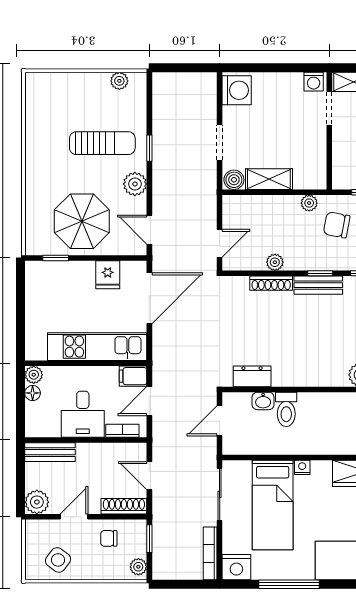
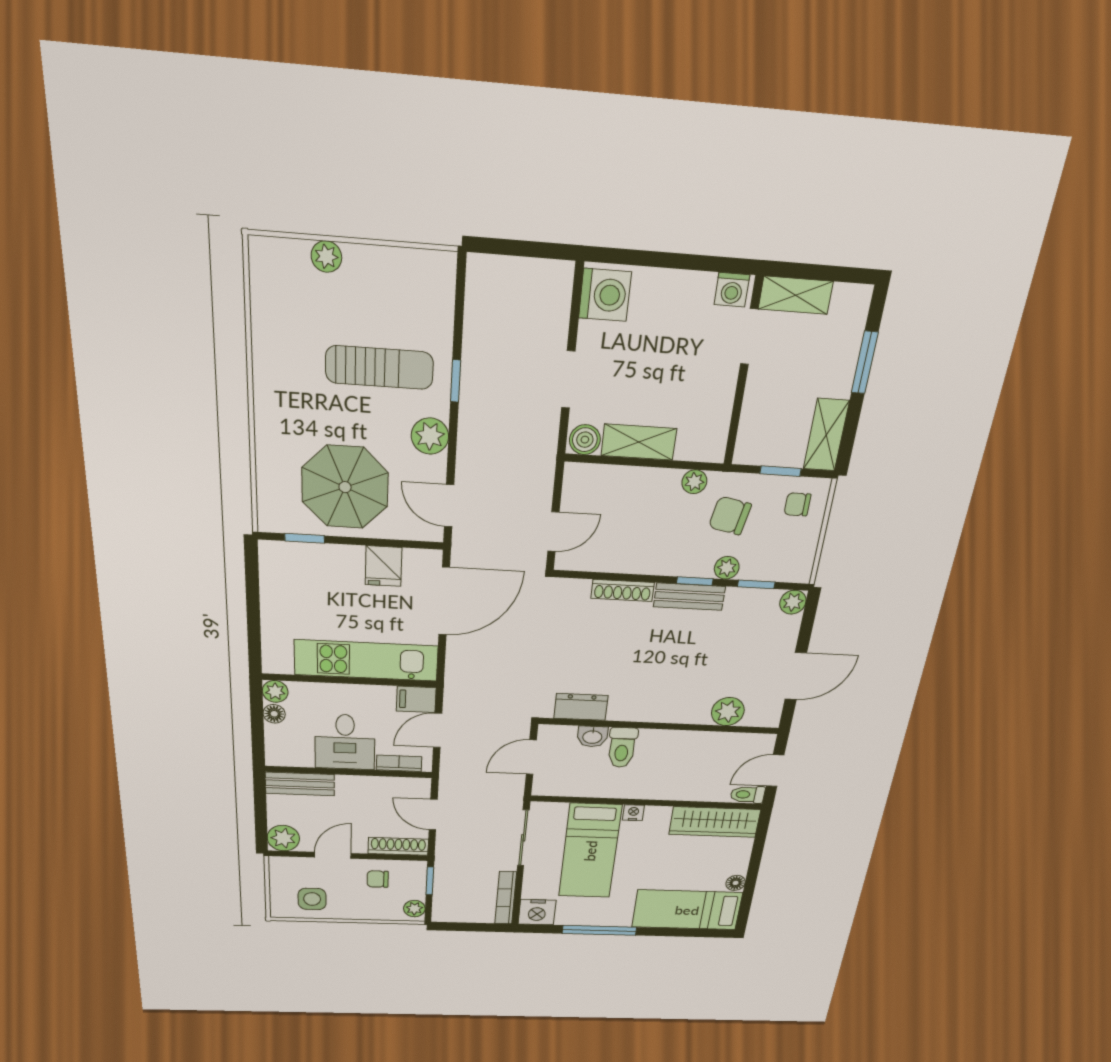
plant: (119, 81) -> (326, 257), moved
plant: (275, 262) -> (727, 568), moved
side table: (58, 560) -> (312, 899), turned -37

